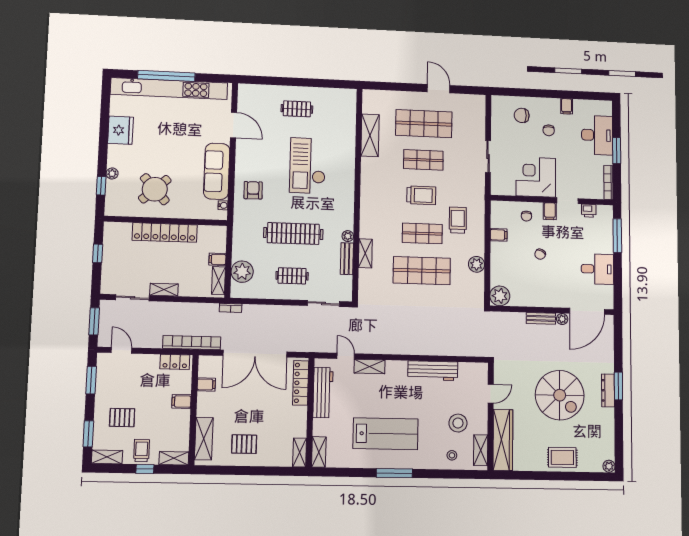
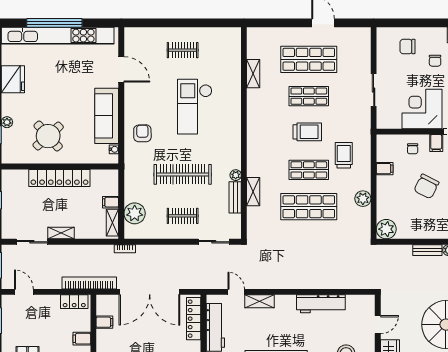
shelving: (370, 135) -> (253, 74), width x0.67, depth x0.75
chair: (540, 254) -> (426, 186), width x1.87, depth x1.87

